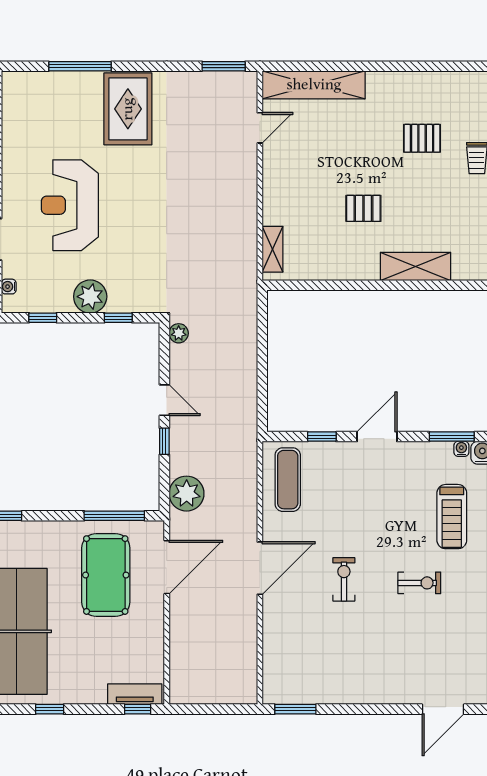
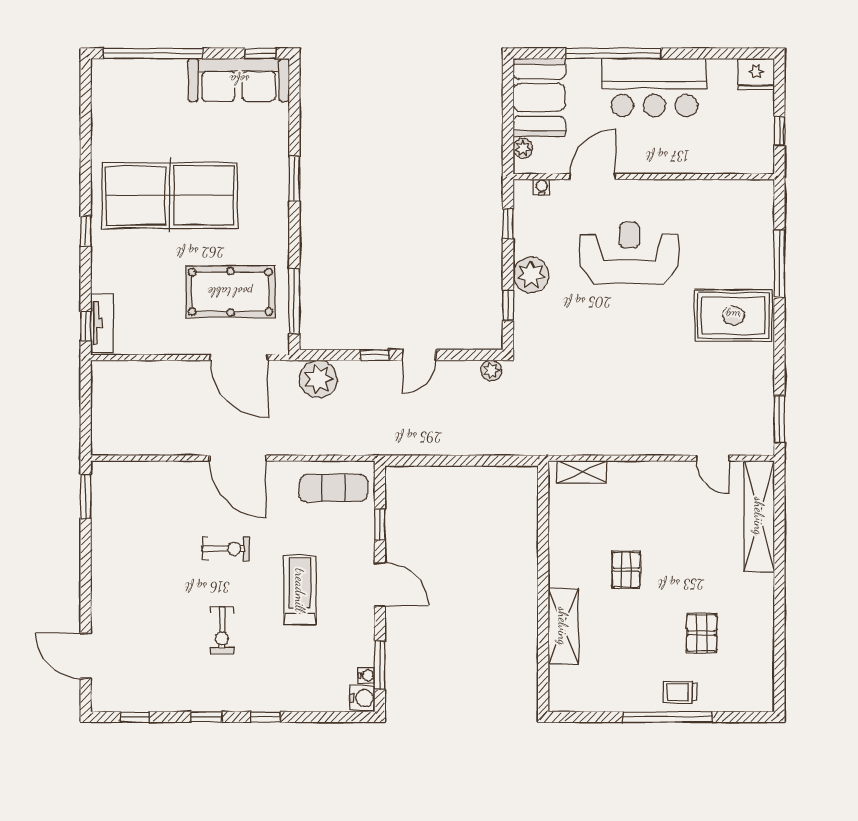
treadmill: (452, 517) -> (300, 590), moved, turned 90

